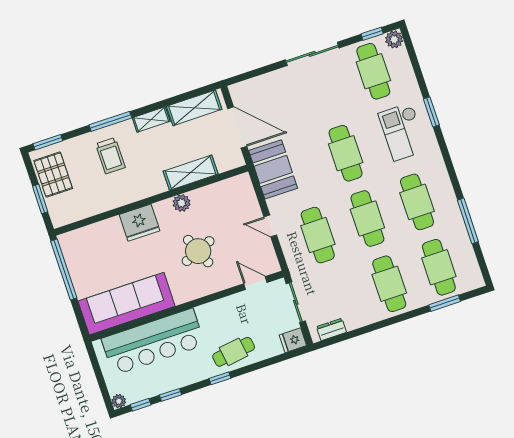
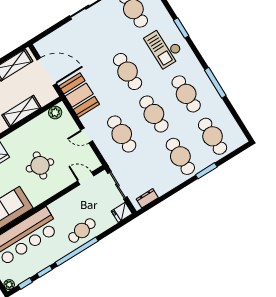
plant: (182, 203) -> (55, 113), moved
window: (468, 221) -> (215, 83), moved
round table: (198, 251) -> (40, 165), turned 37
window: (445, 303) -> (206, 171), moved
window: (220, 378) -> (77, 252), width x3.17

